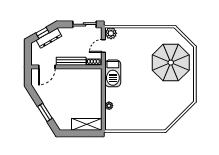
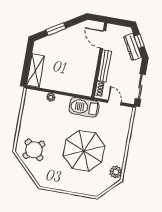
plant: (111, 33) -> (116, 172), moved
parasol: (171, 63) -> (84, 151), moved
round table: (161, 113) -> (34, 150), added

